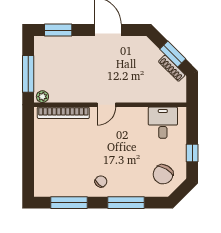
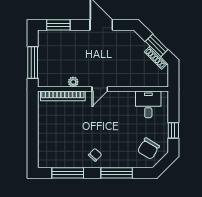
plant: (42, 97) -> (73, 82), moved

